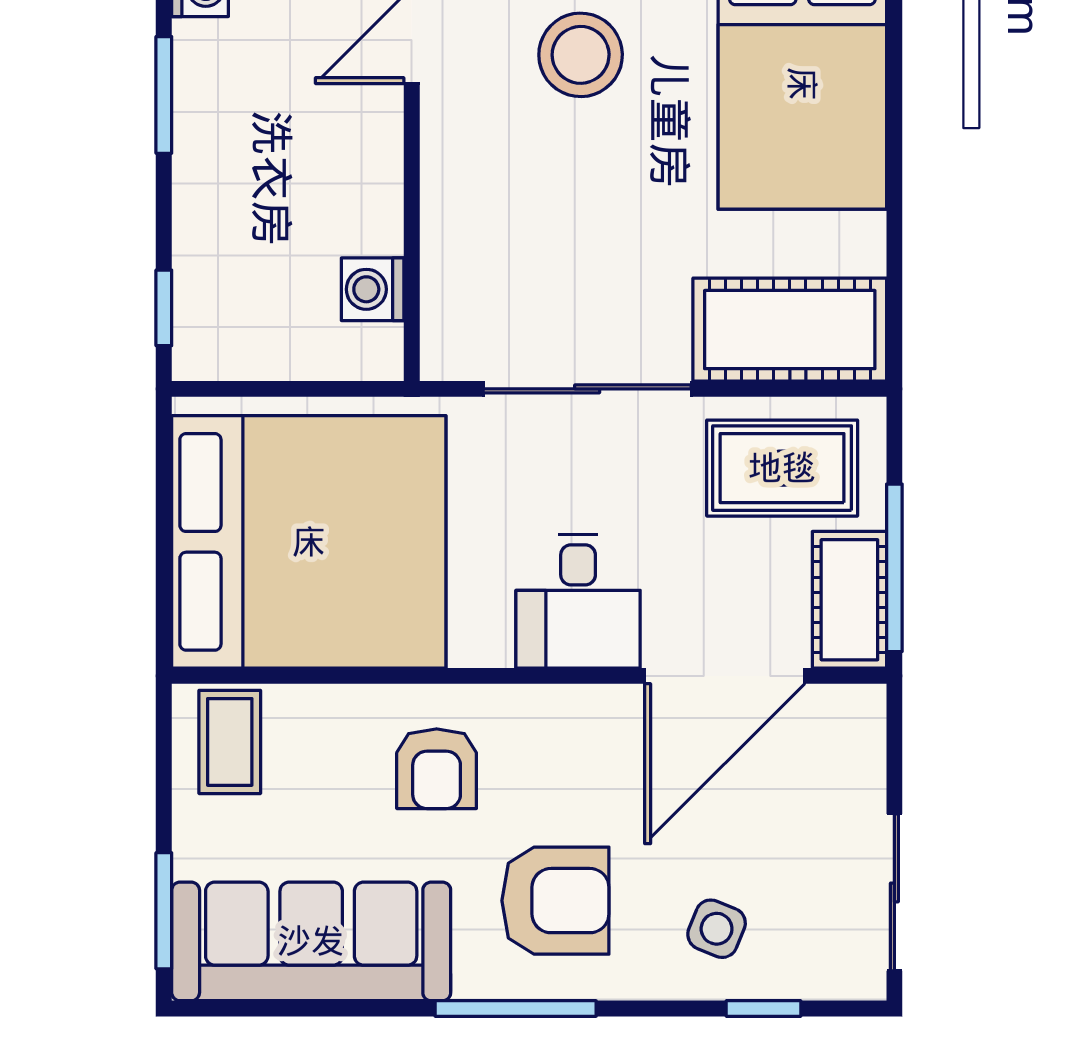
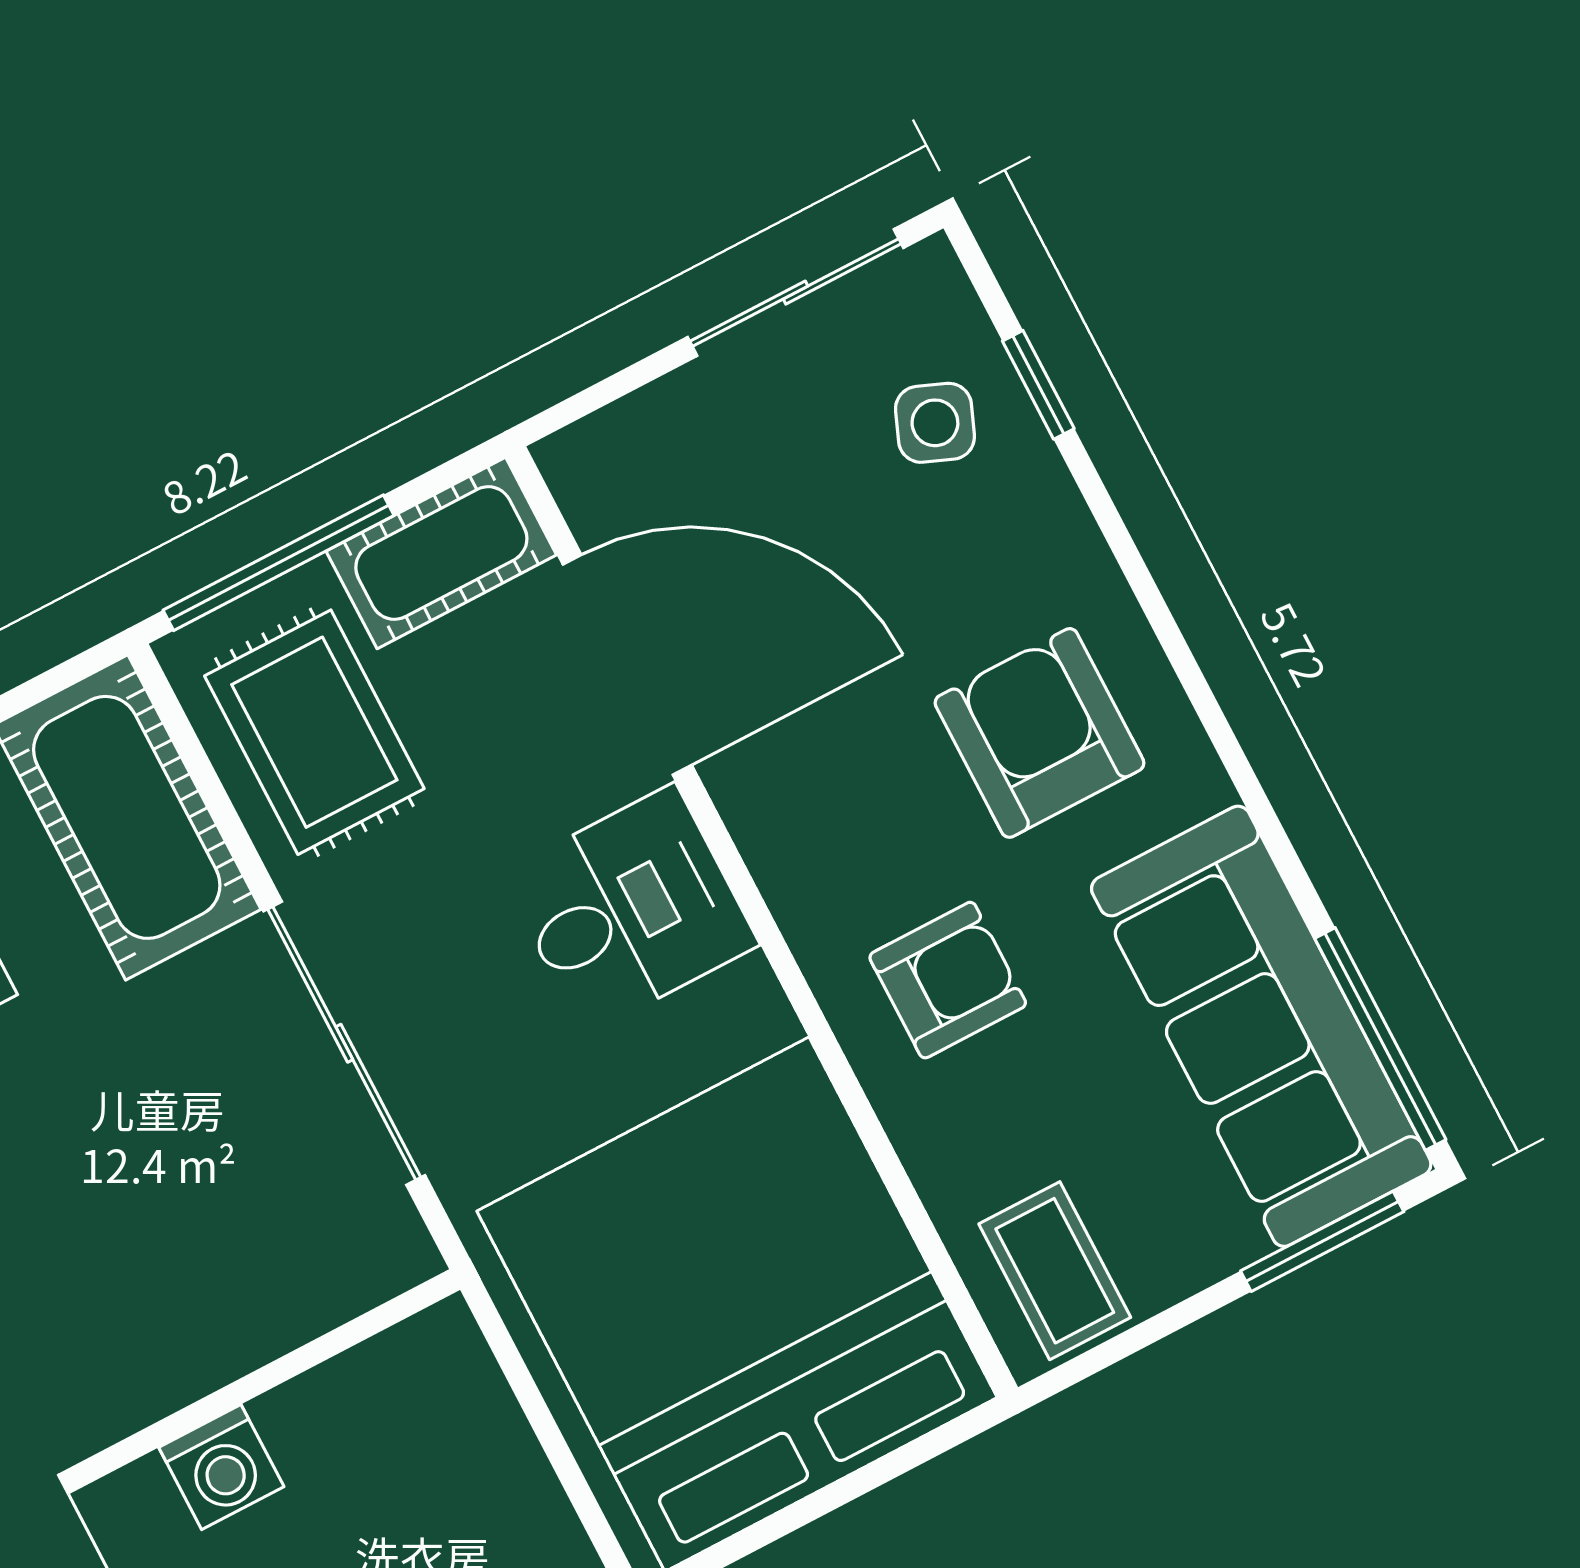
washing machine: (373, 289) -> (221, 1467), moved
window: (894, 568) -> (279, 563), moved
coffee table: (230, 742) -> (1055, 1271), turned 90
side table: (717, 929) -> (935, 423), moved
window: (516, 1009) -> (1380, 1039), moved

